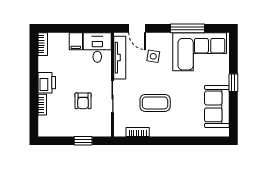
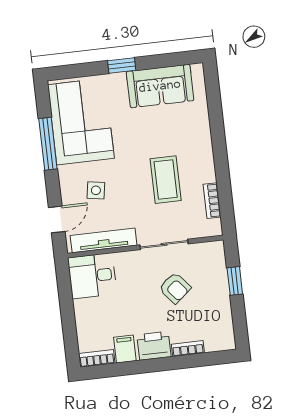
filing cabinet: (76, 41) -> (125, 349), moved, turned -90
armchair: (83, 101) -> (175, 288), turned 50

